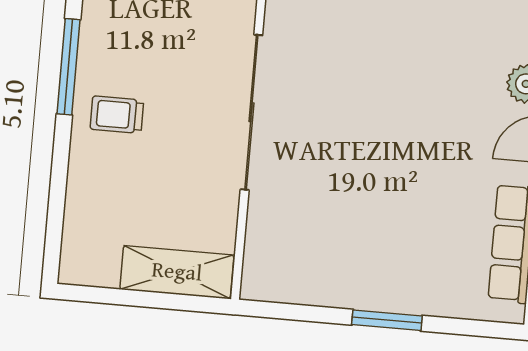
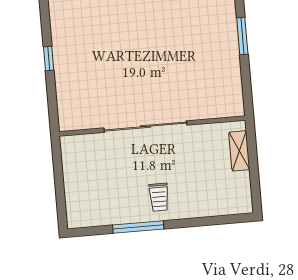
shelving: (177, 272) -> (239, 151), width x0.67, depth x0.75

